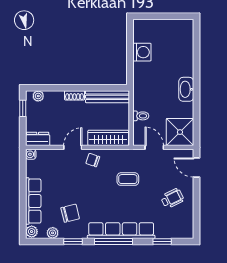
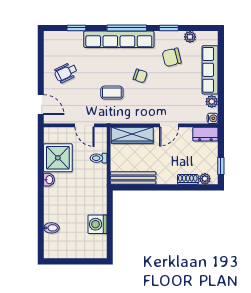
bidet: (186, 49) -> (51, 228), added
washbasin: (186, 89) -> (49, 180), width x0.52, depth x0.69
shoe rack: (75, 95) -> (188, 179), moved
shower: (180, 132) -> (58, 158), moved
chair: (93, 160) -> (140, 76), moved
plant: (32, 232) -> (212, 101), moved

